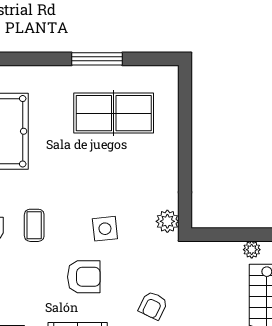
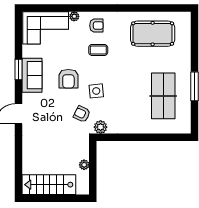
plant: (252, 250) -> (84, 165), moved
armchair: (153, 306) -> (82, 114), moved

